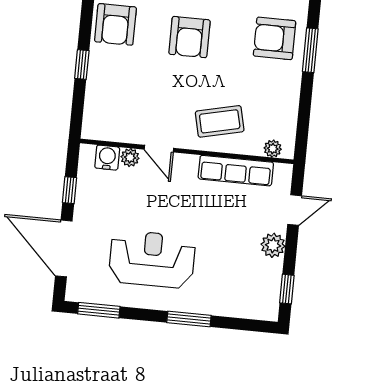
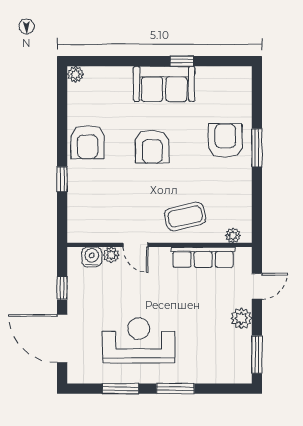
armchair: (275, 38) -> (225, 141), turned 90
window: (287, 289) -> (257, 355), width x1.50
window: (99, 310) -> (120, 389), moved

